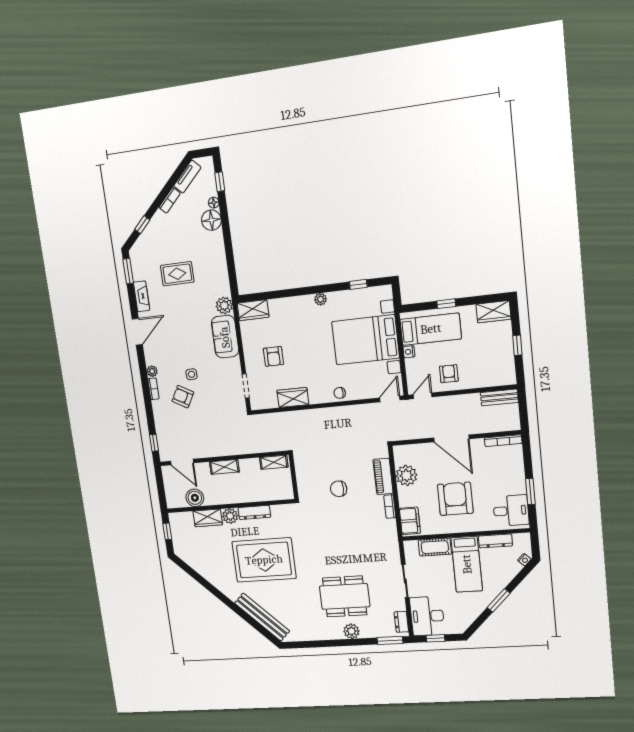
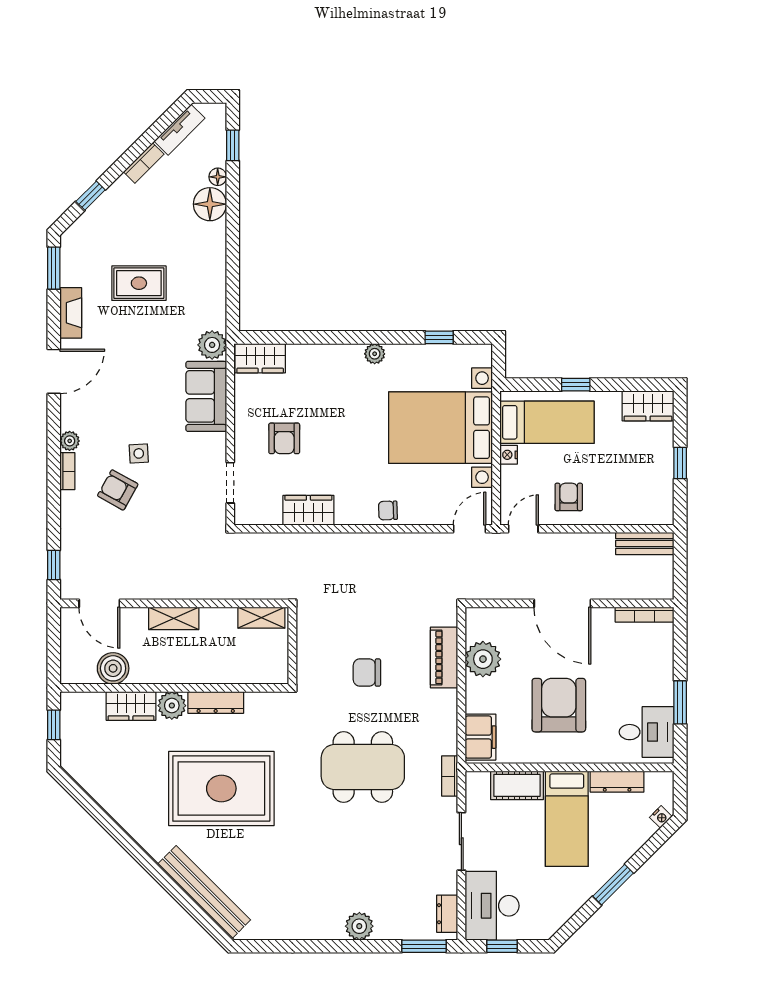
bookcase: (390, 507) -> (450, 776), moved
dining table: (345, 596) -> (363, 767), moved

